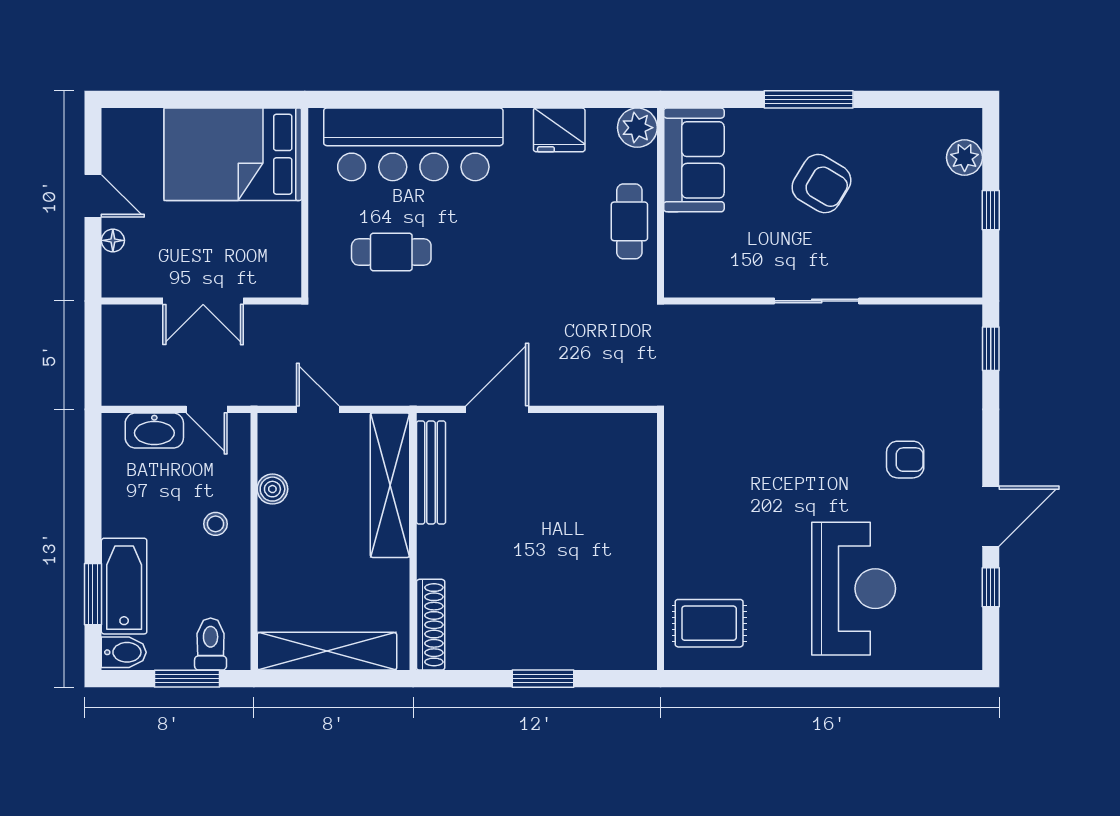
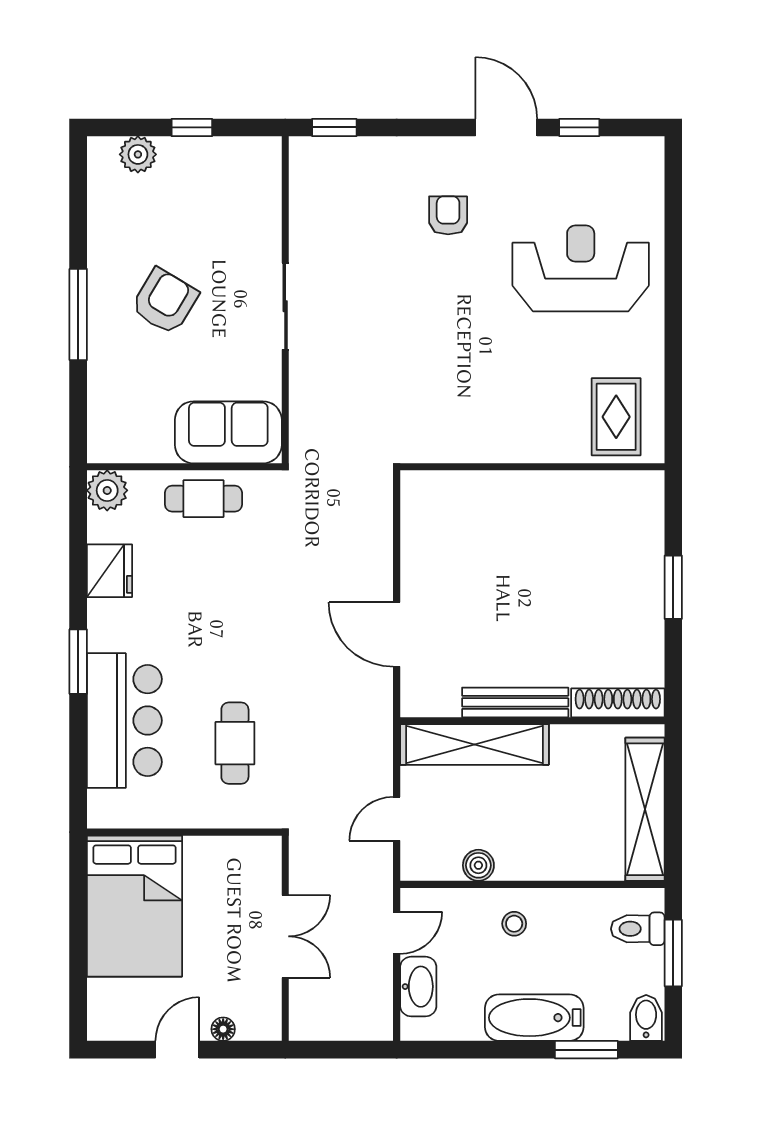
window: (471, 99) -> (78, 662), added
bar counter: (413, 144) -> (124, 721), width x0.73
sofa: (694, 160) -> (228, 432), moved
bench: (431, 472) -> (515, 702), moved
bathtub: (124, 586) -> (534, 1018), moved

